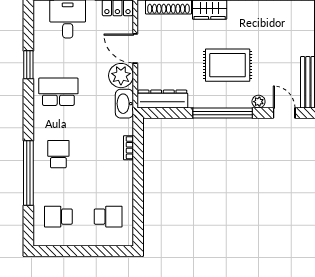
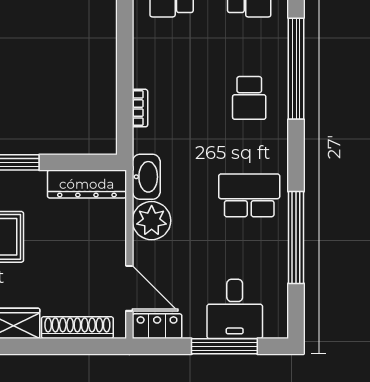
door: (135, 48) -> (129, 288), moved
window: (28, 65) -> (296, 238), width x2.11
school desk: (58, 92) -> (249, 195), turned 180

